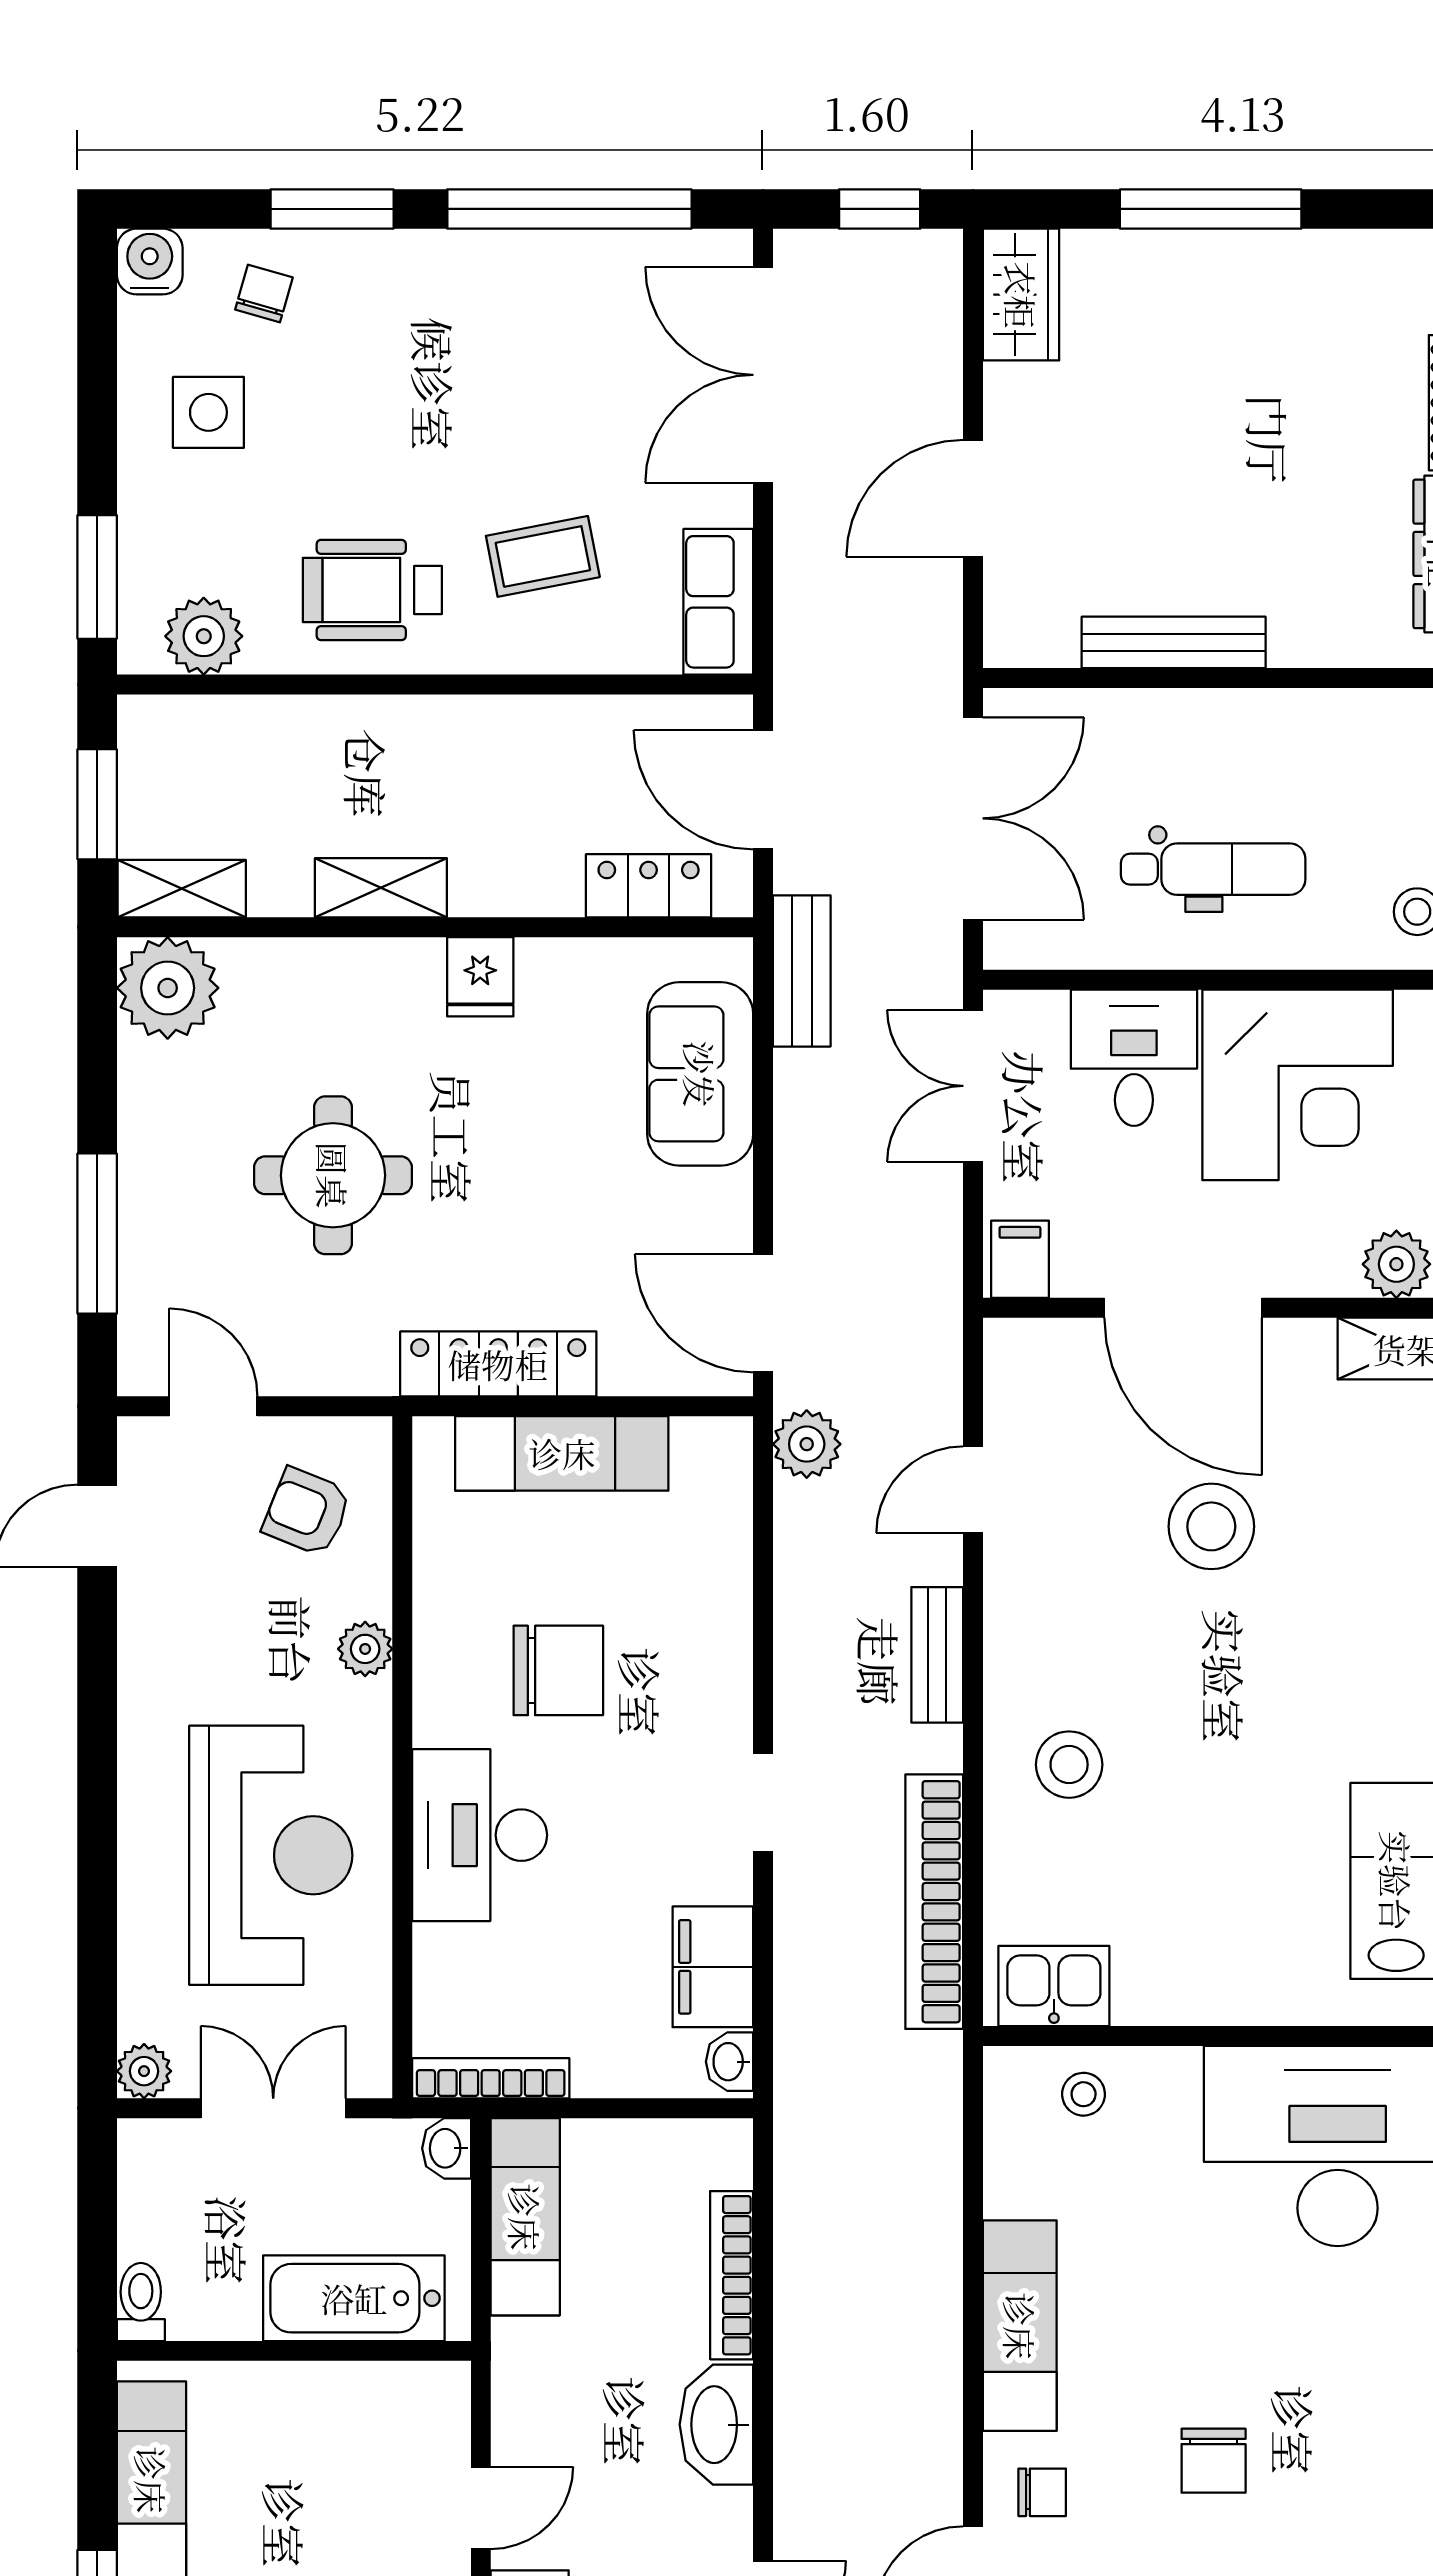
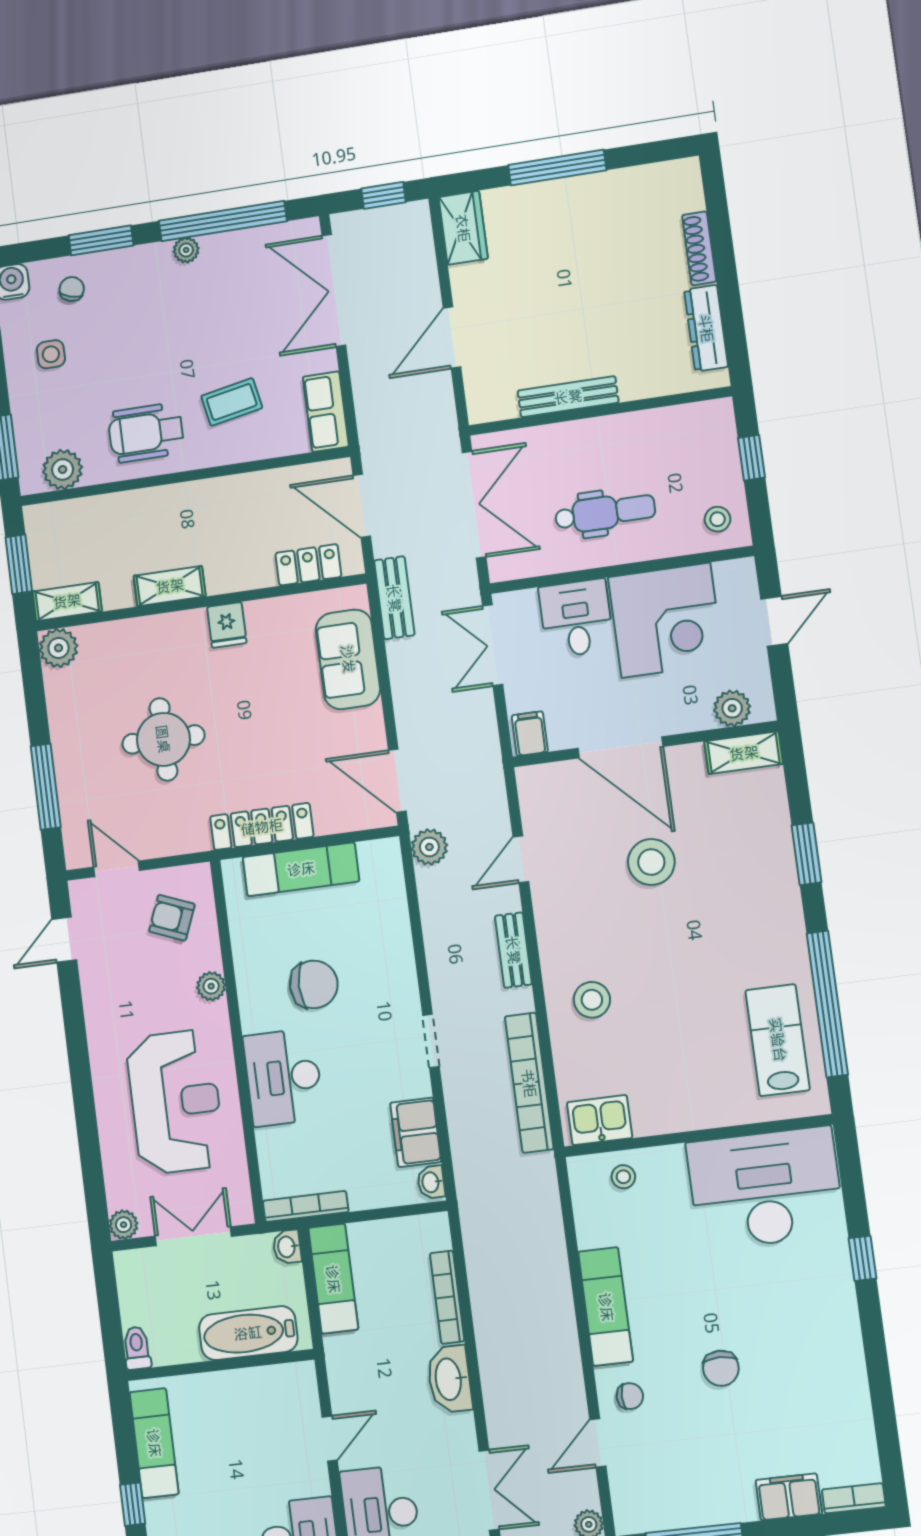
plant: (493, 253) -> (186, 250), added
side table: (208, 412) -> (51, 354), width x0.73, depth x0.73
plant: (168, 988) -> (59, 648), width x0.73, depth x0.73

